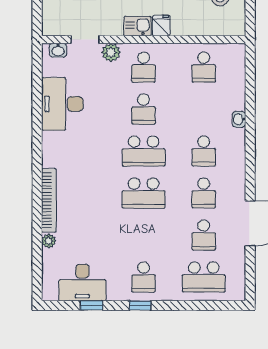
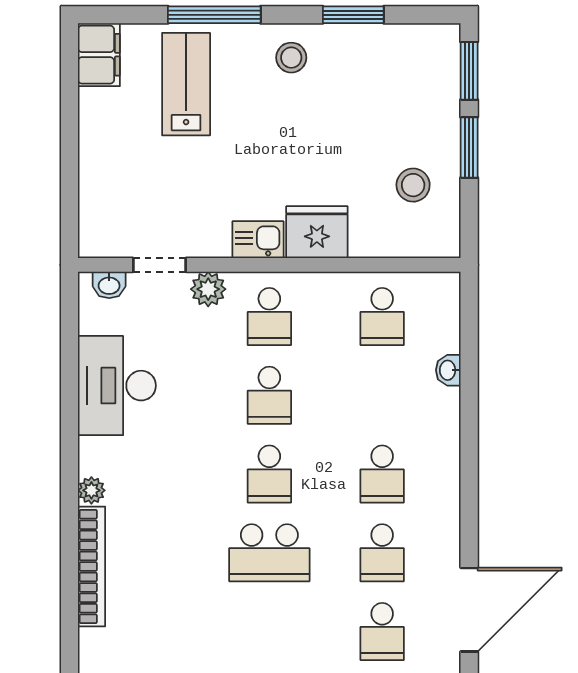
fridge: (161, 26) -> (317, 232), width x1.88, depth x1.34
washbasin: (239, 119) -> (448, 370), moved
school desk: (144, 151) -> (269, 474), width x0.54
plant: (49, 241) -> (91, 490), moved

